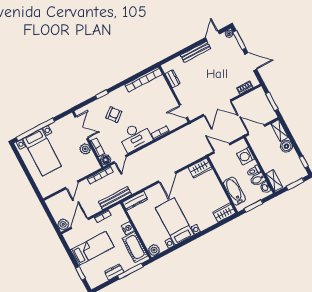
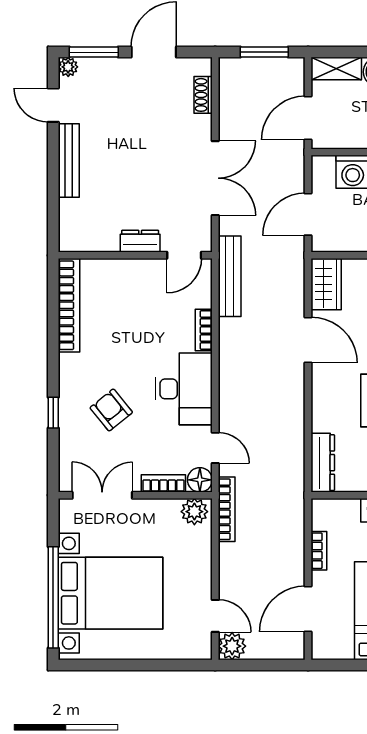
dresser: (173, 79) -> (140, 241), moved
plant: (85, 149) -> (194, 512), moved
bed with nightstands: (42, 152) -> (111, 593), width x1.36
door: (167, 177) -> (308, 340), moved
door: (72, 185) -> (215, 616), moved
bench: (115, 198) -> (230, 276), moved
door: (80, 223) -> (308, 609), hinge flipped
plant: (63, 224) -> (232, 646), moved

